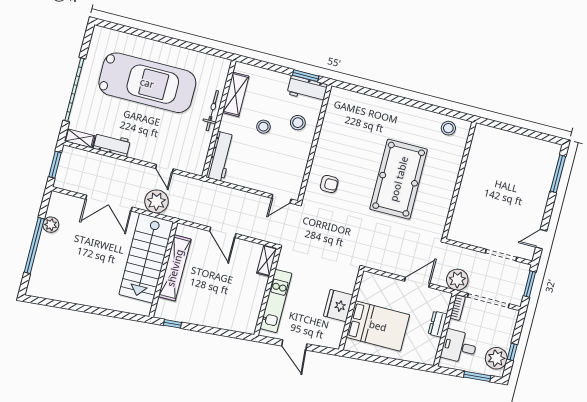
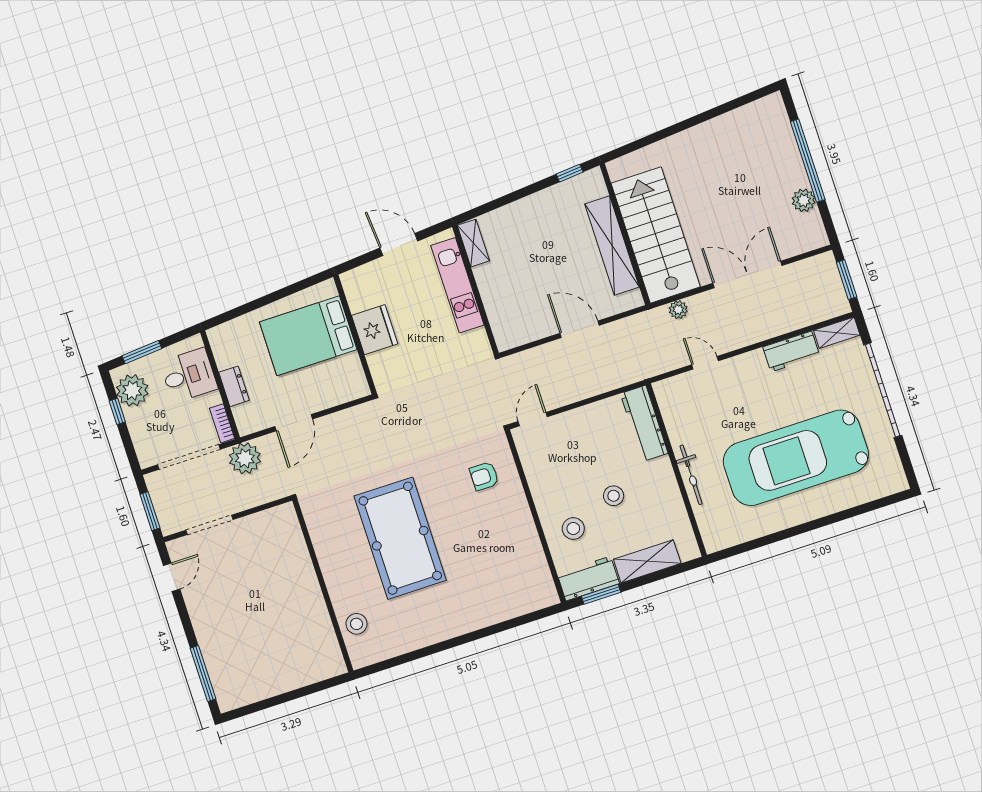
shelving: (236, 94) -> (647, 561), moved, turned 90
stool: (448, 128) -> (356, 624), moved
plant: (156, 201) -> (678, 310), width x0.53, depth x0.53
shelving: (267, 261) -> (473, 243), moved

